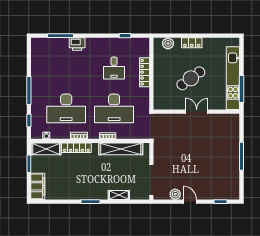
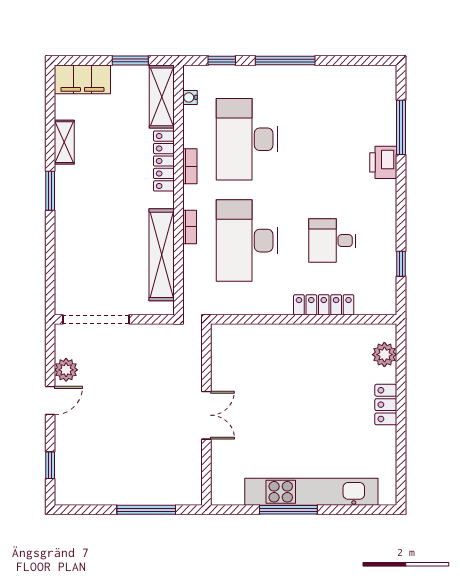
cafe table: (191, 78) -> (311, 403), removed
wall: (196, 112) -> (206, 415), moved
double door: (197, 112) -> (206, 415), moved
shelving: (119, 195) -> (64, 142), moved

